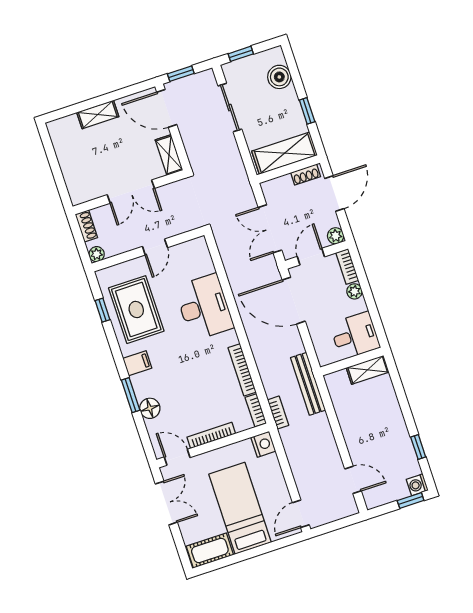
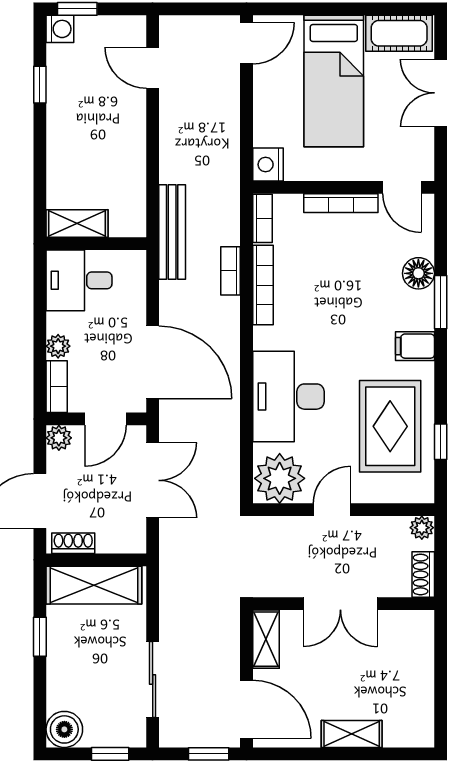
boiler: (279, 77) -> (64, 729), moved
double door: (131, 192) -> (340, 604), swing flipped
plant: (193, 255) -> (280, 478), added
bookcase: (278, 413) -> (231, 271), moved
double door: (166, 503) -> (441, 93), moved

